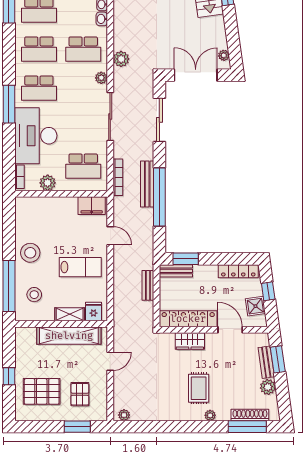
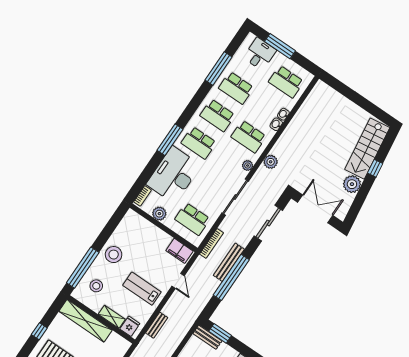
plant: (224, 55) -> (352, 184), moved, width x1.87, depth x1.87
lab bench: (80, 267) -> (142, 289), turned 180
bench: (148, 285) -> (157, 325), moved
shelving: (69, 336) -> (86, 321), moved

